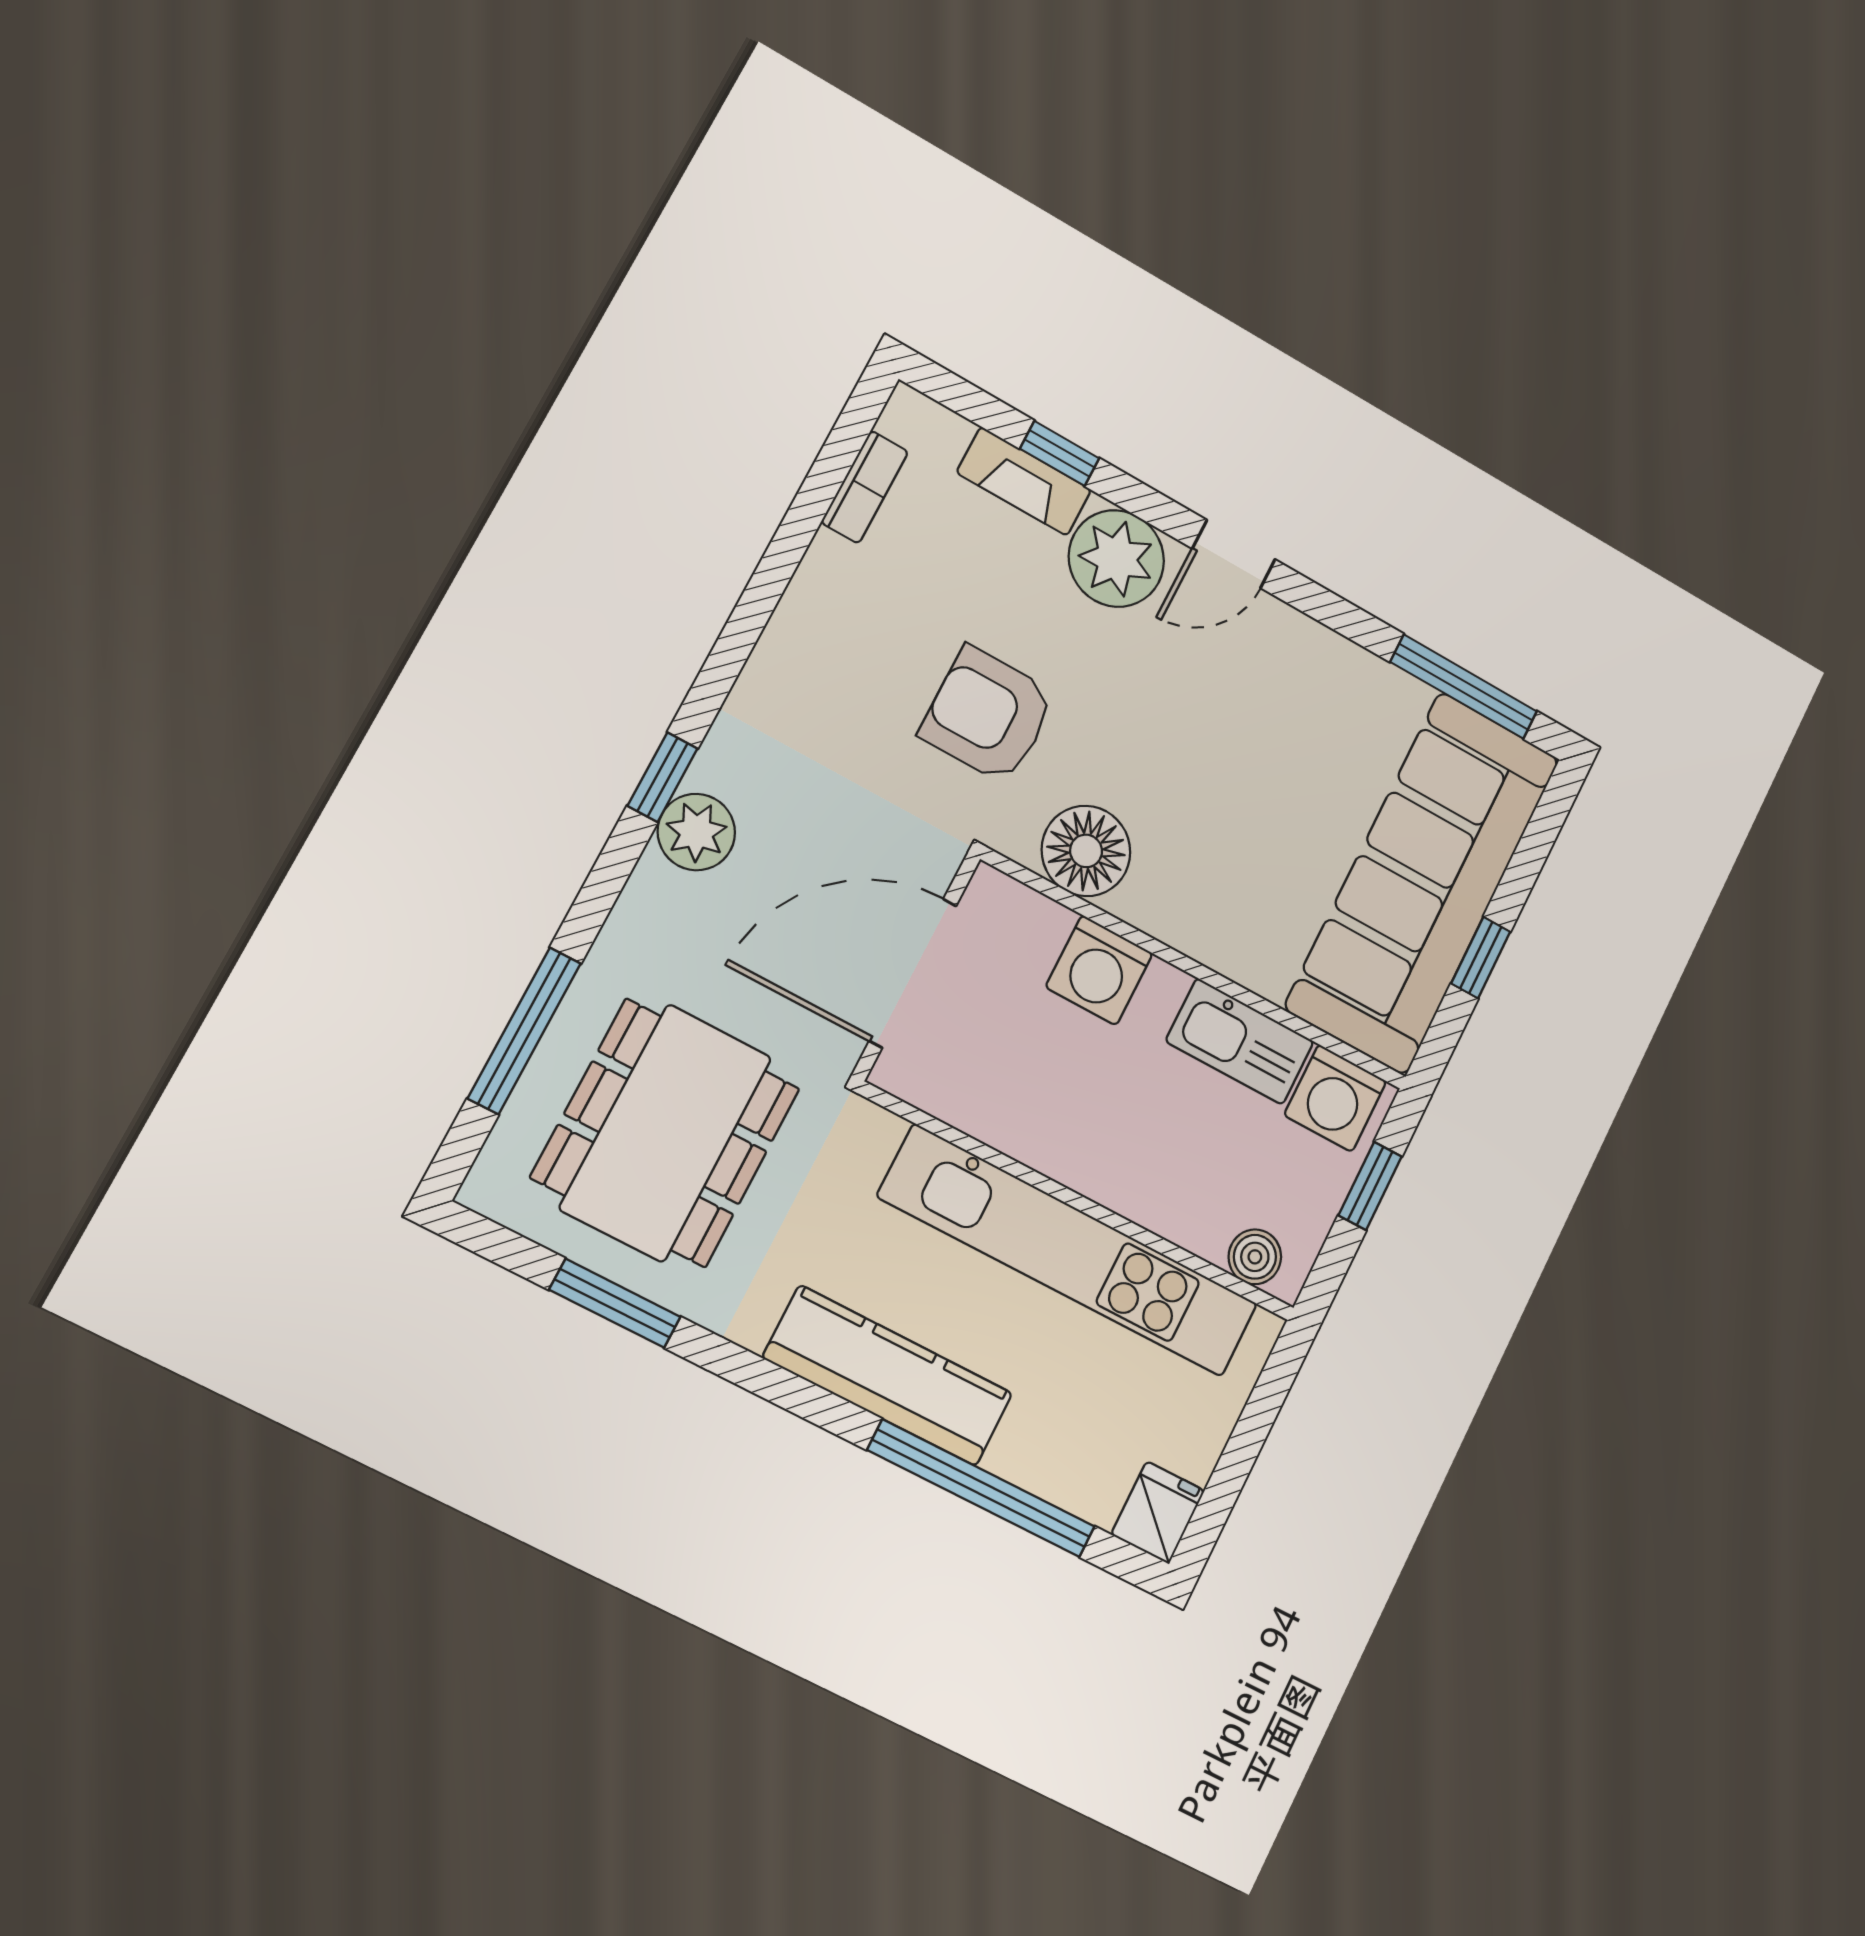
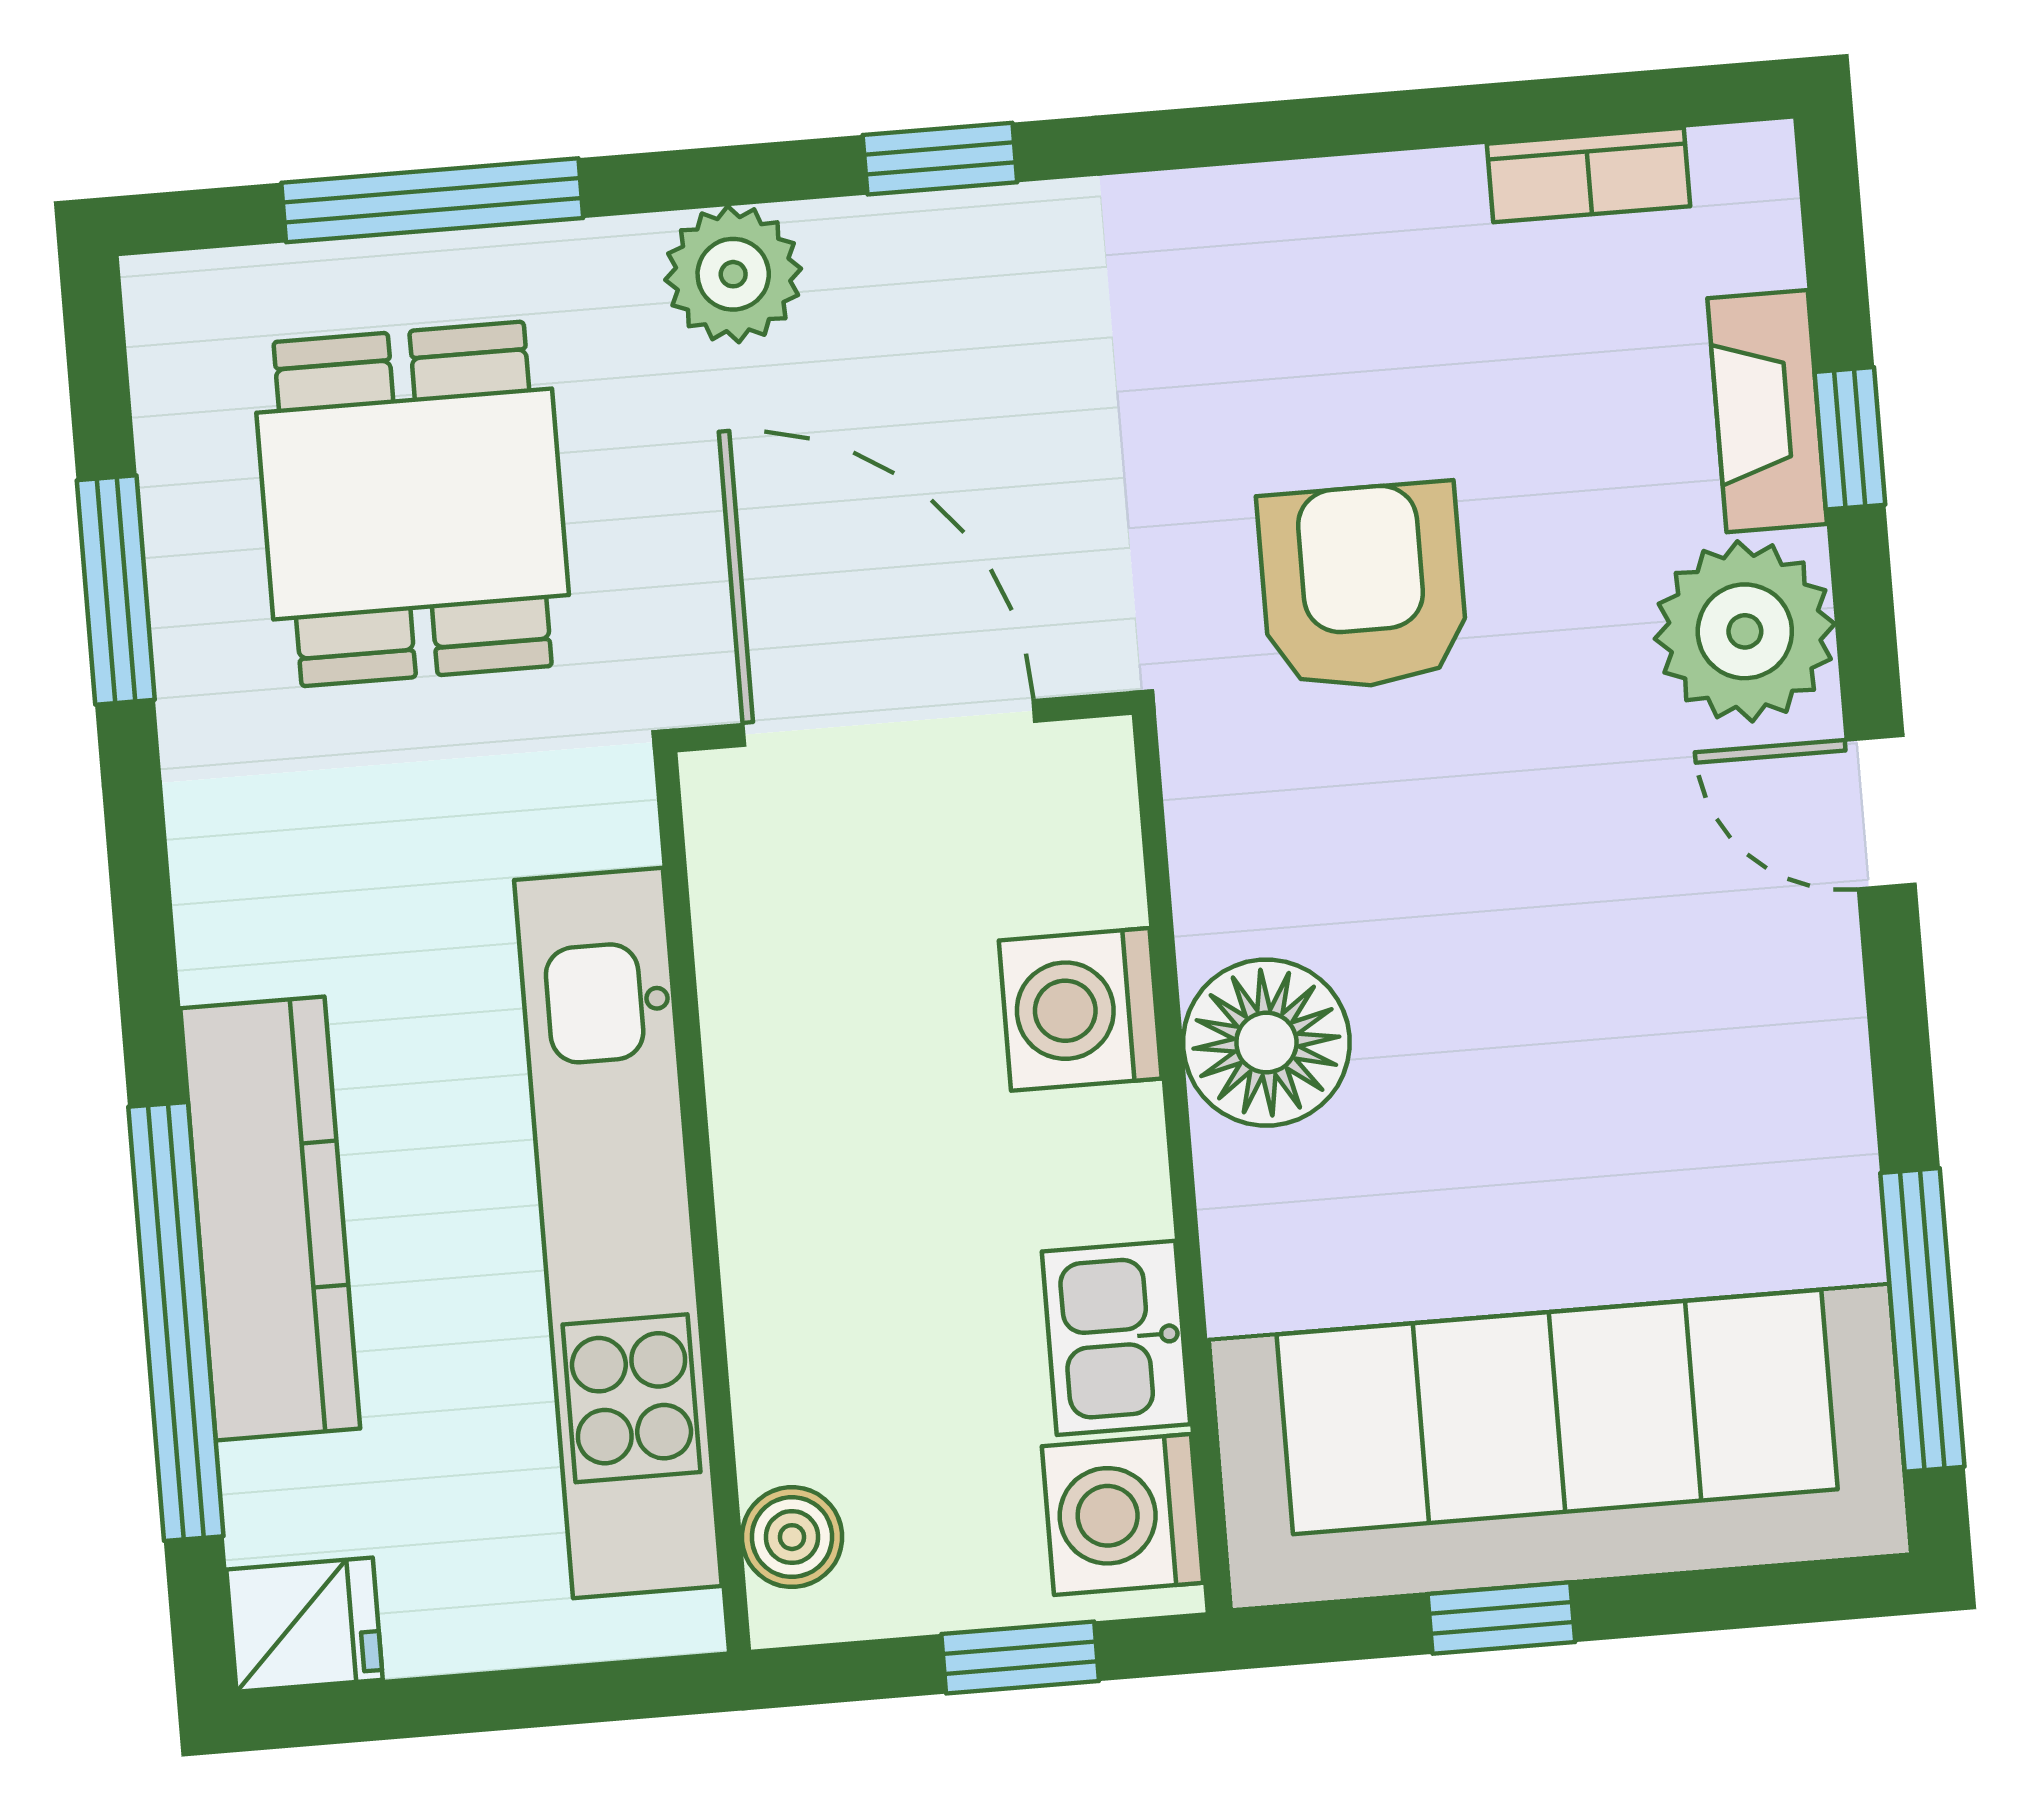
plant: (696, 832) -> (733, 274), moved
floor lamp: (1086, 851) -> (1266, 1043), moved
kitchen sink: (1240, 1041) -> (1116, 1338), width x0.73
dining table: (666, 1133) -> (413, 504), width x0.73
kitchen counter: (888, 1376) -> (270, 1218), moved

